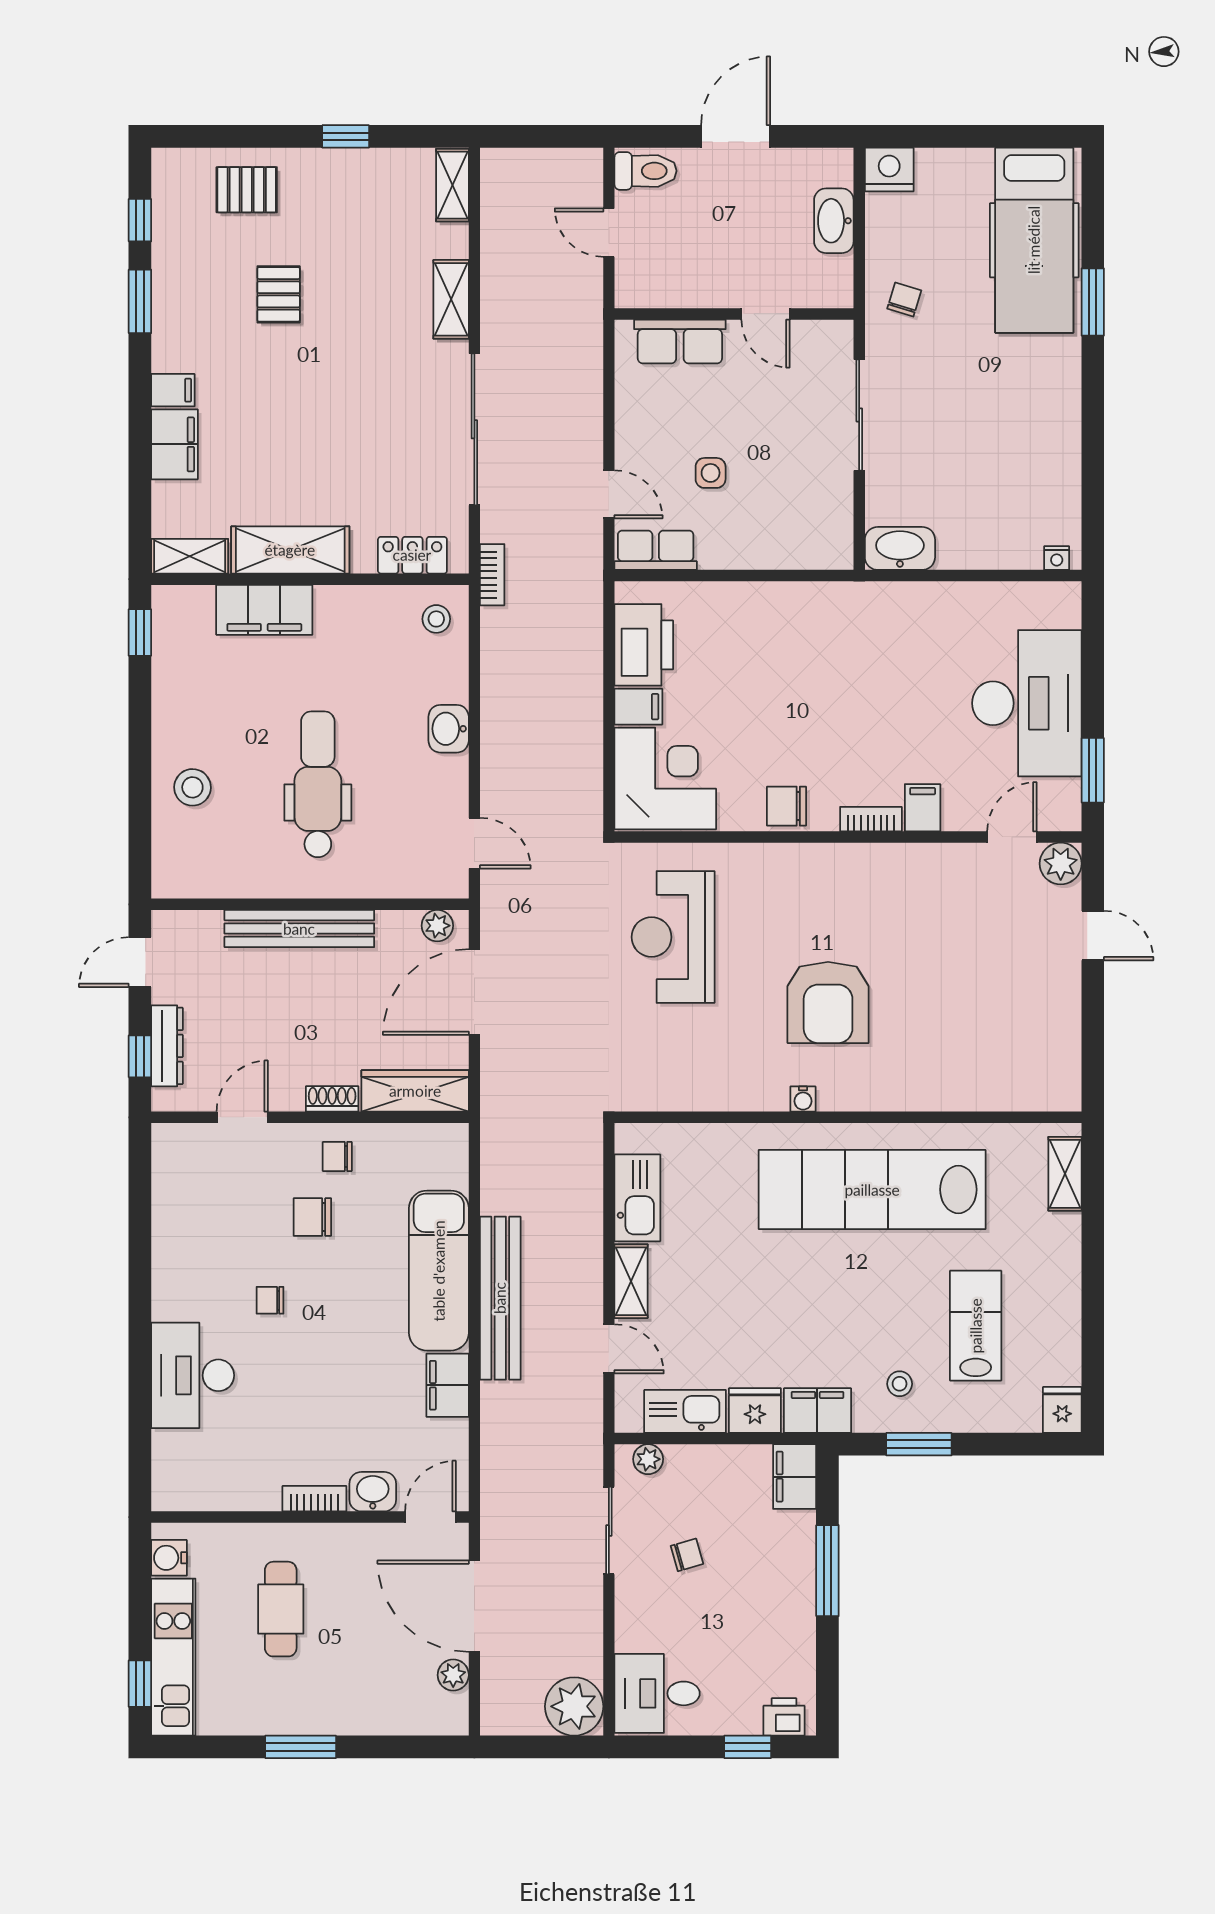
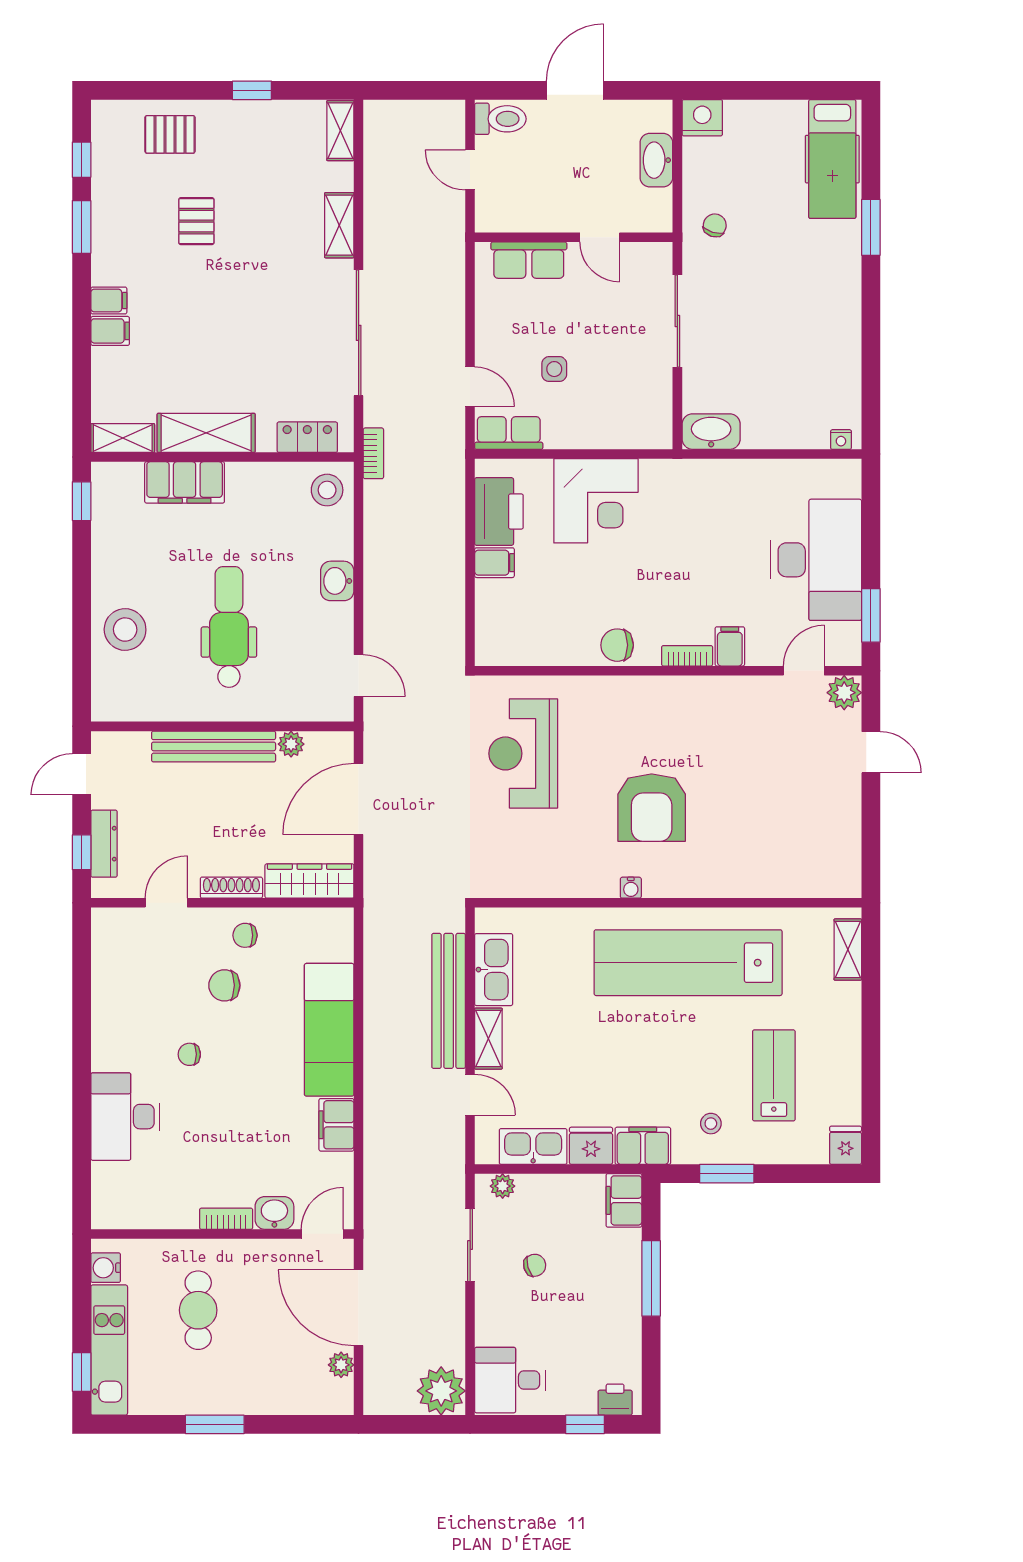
hospital bed: (1034, 240) -> (832, 159), width x0.73, depth x0.78
filing cabinet: (174, 444) -> (110, 331), width x0.50
stool: (436, 619) -> (327, 490), width x1.37, depth x1.37
corner desk: (665, 778) -> (596, 501), moved, turned 90
stool: (192, 787) -> (125, 630), width x1.38, depth x1.38
plant: (437, 926) -> (291, 744), moved
shoe rack: (332, 1099) -> (231, 888), width x1.43
bench: (500, 1298) -> (449, 1001), moved

